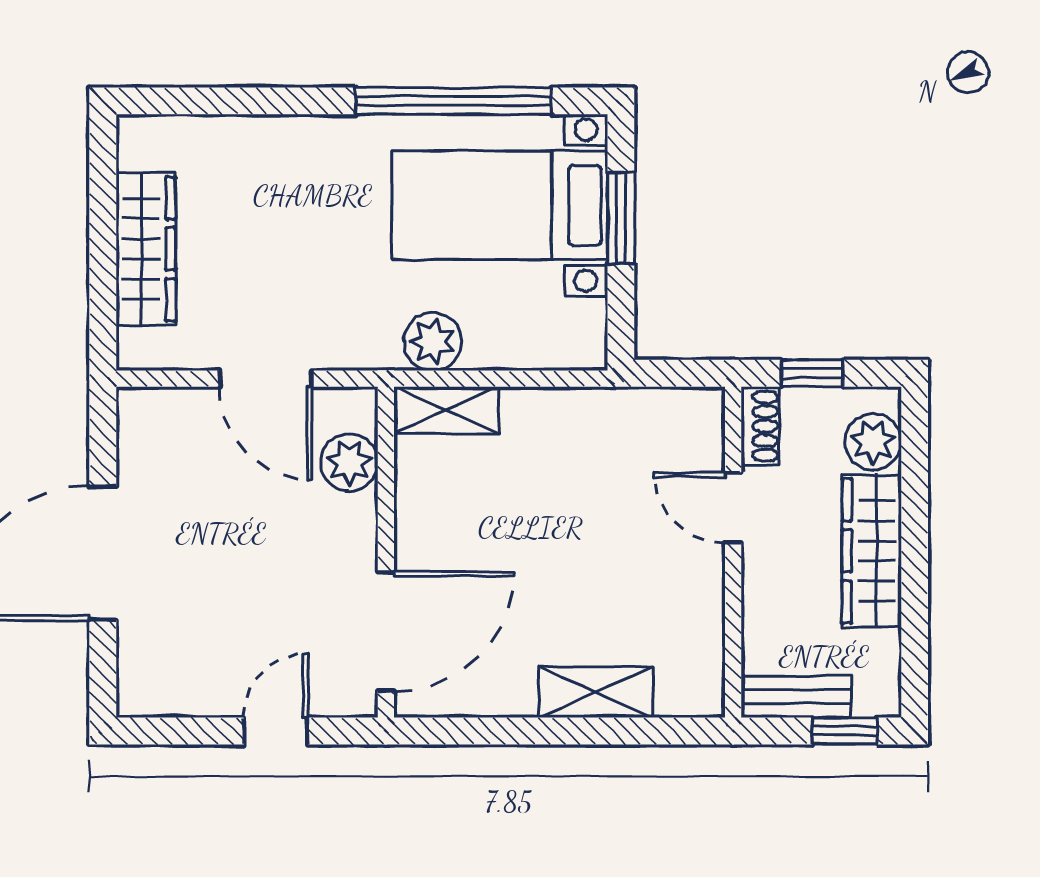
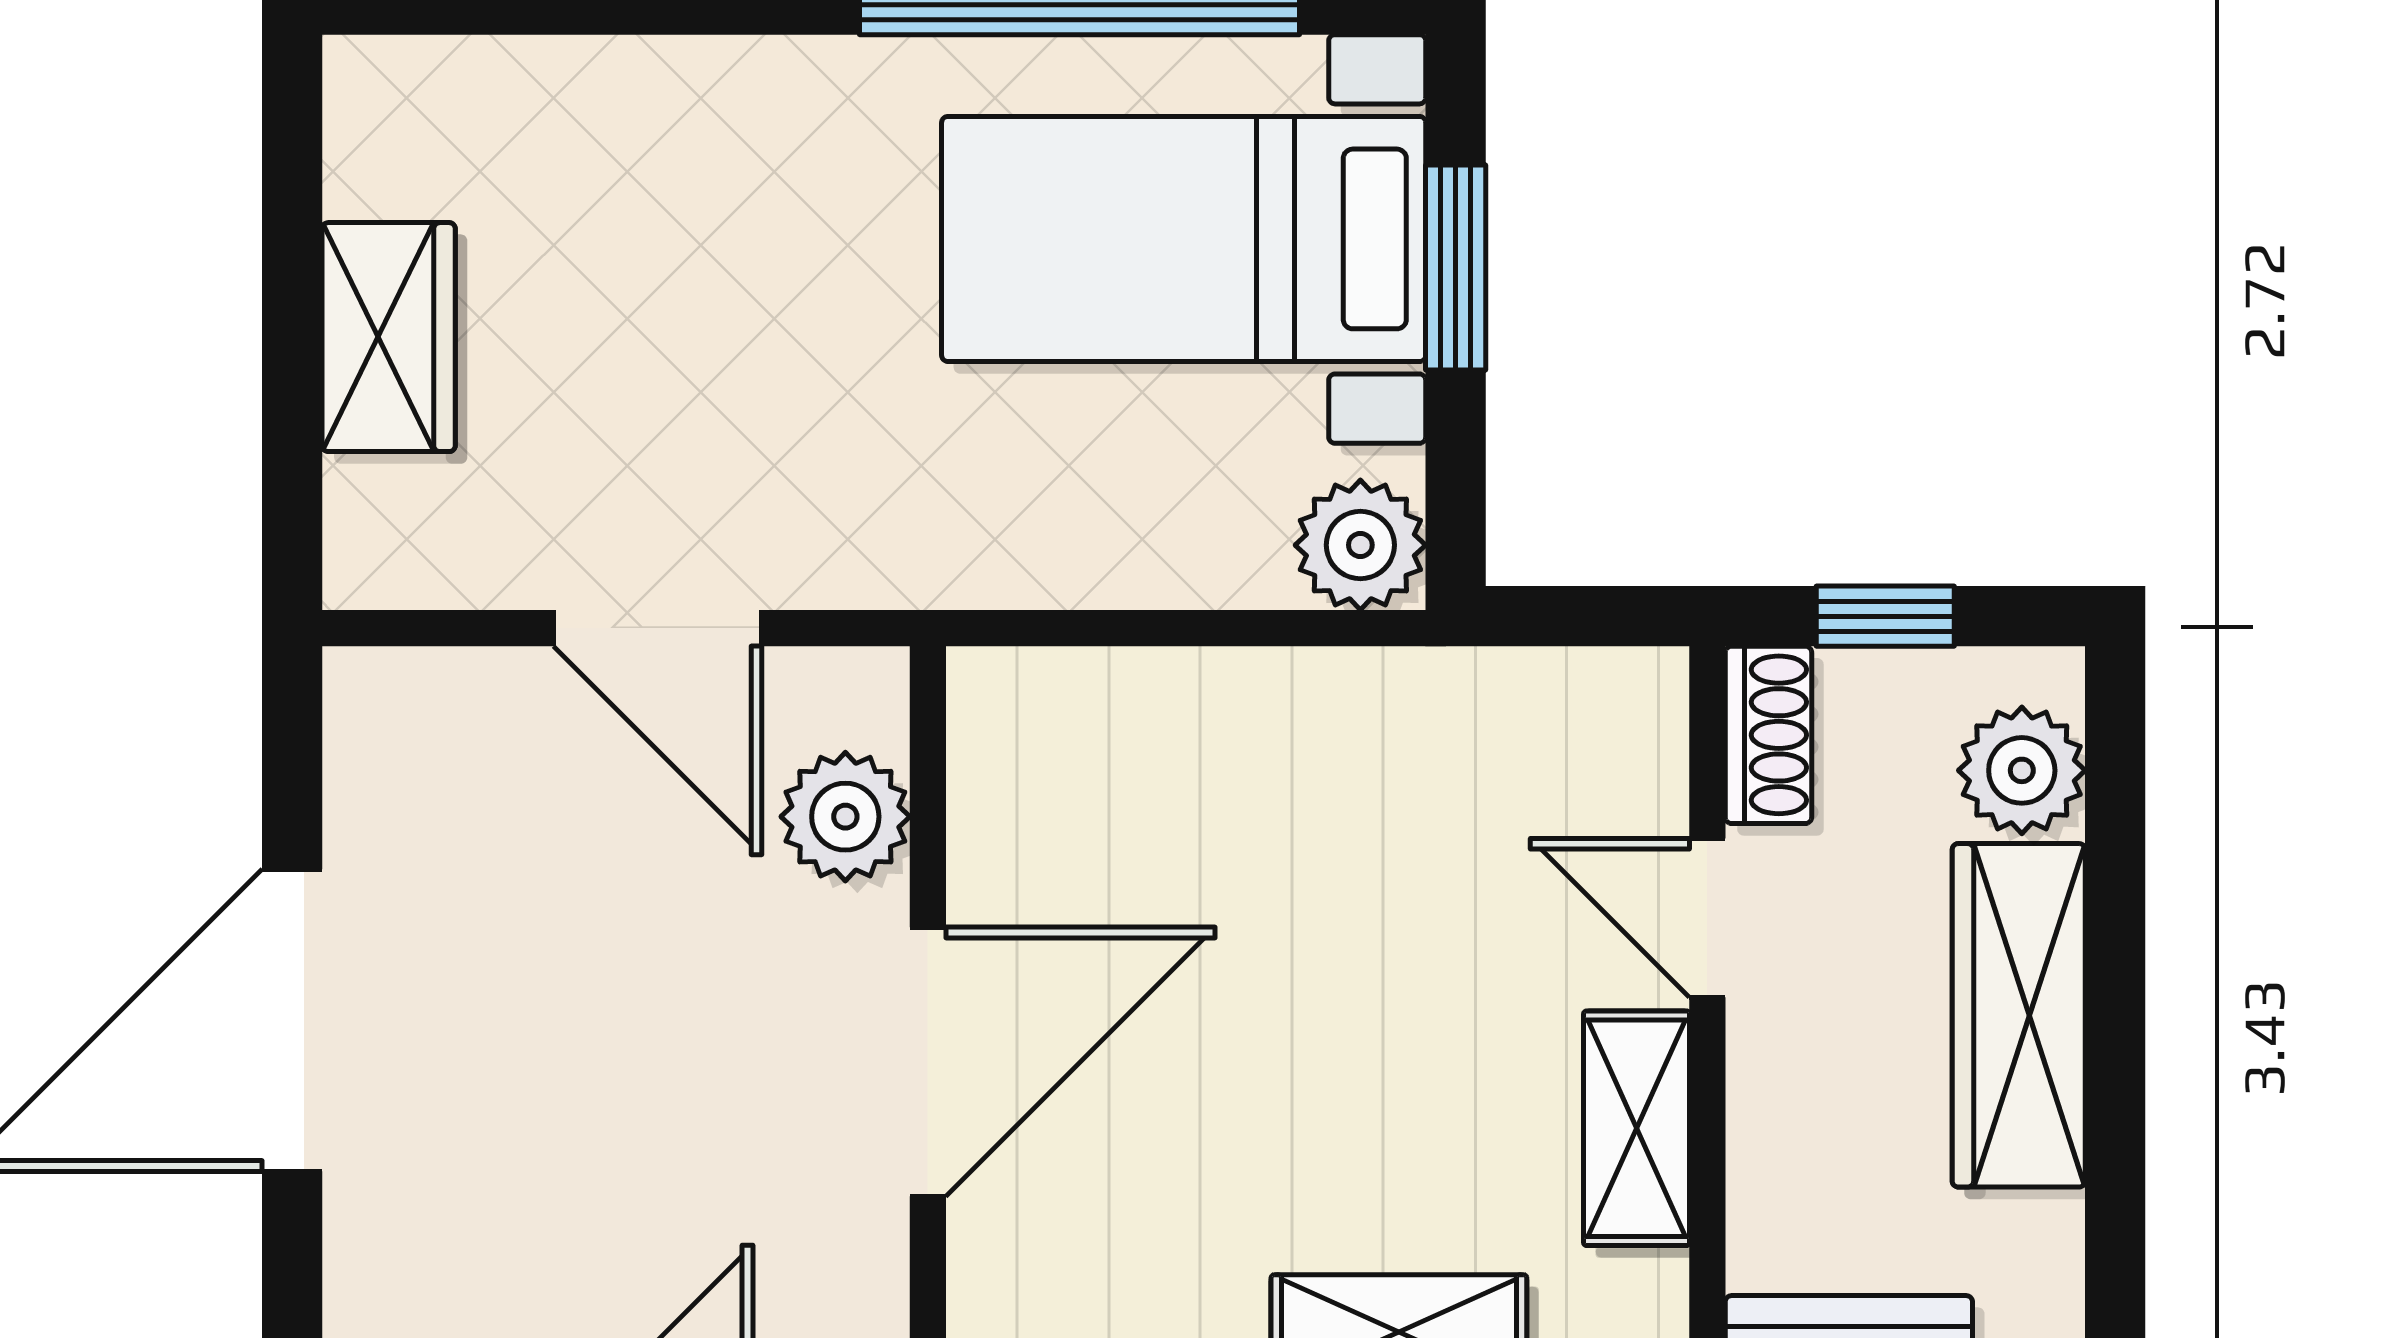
wardrobe: (146, 249) -> (389, 337), width x0.67
plant: (433, 342) -> (1360, 545), moved
shelving: (446, 410) -> (1637, 1128), moved, turned 90
door: (386, 632) -> (928, 1062), moved

